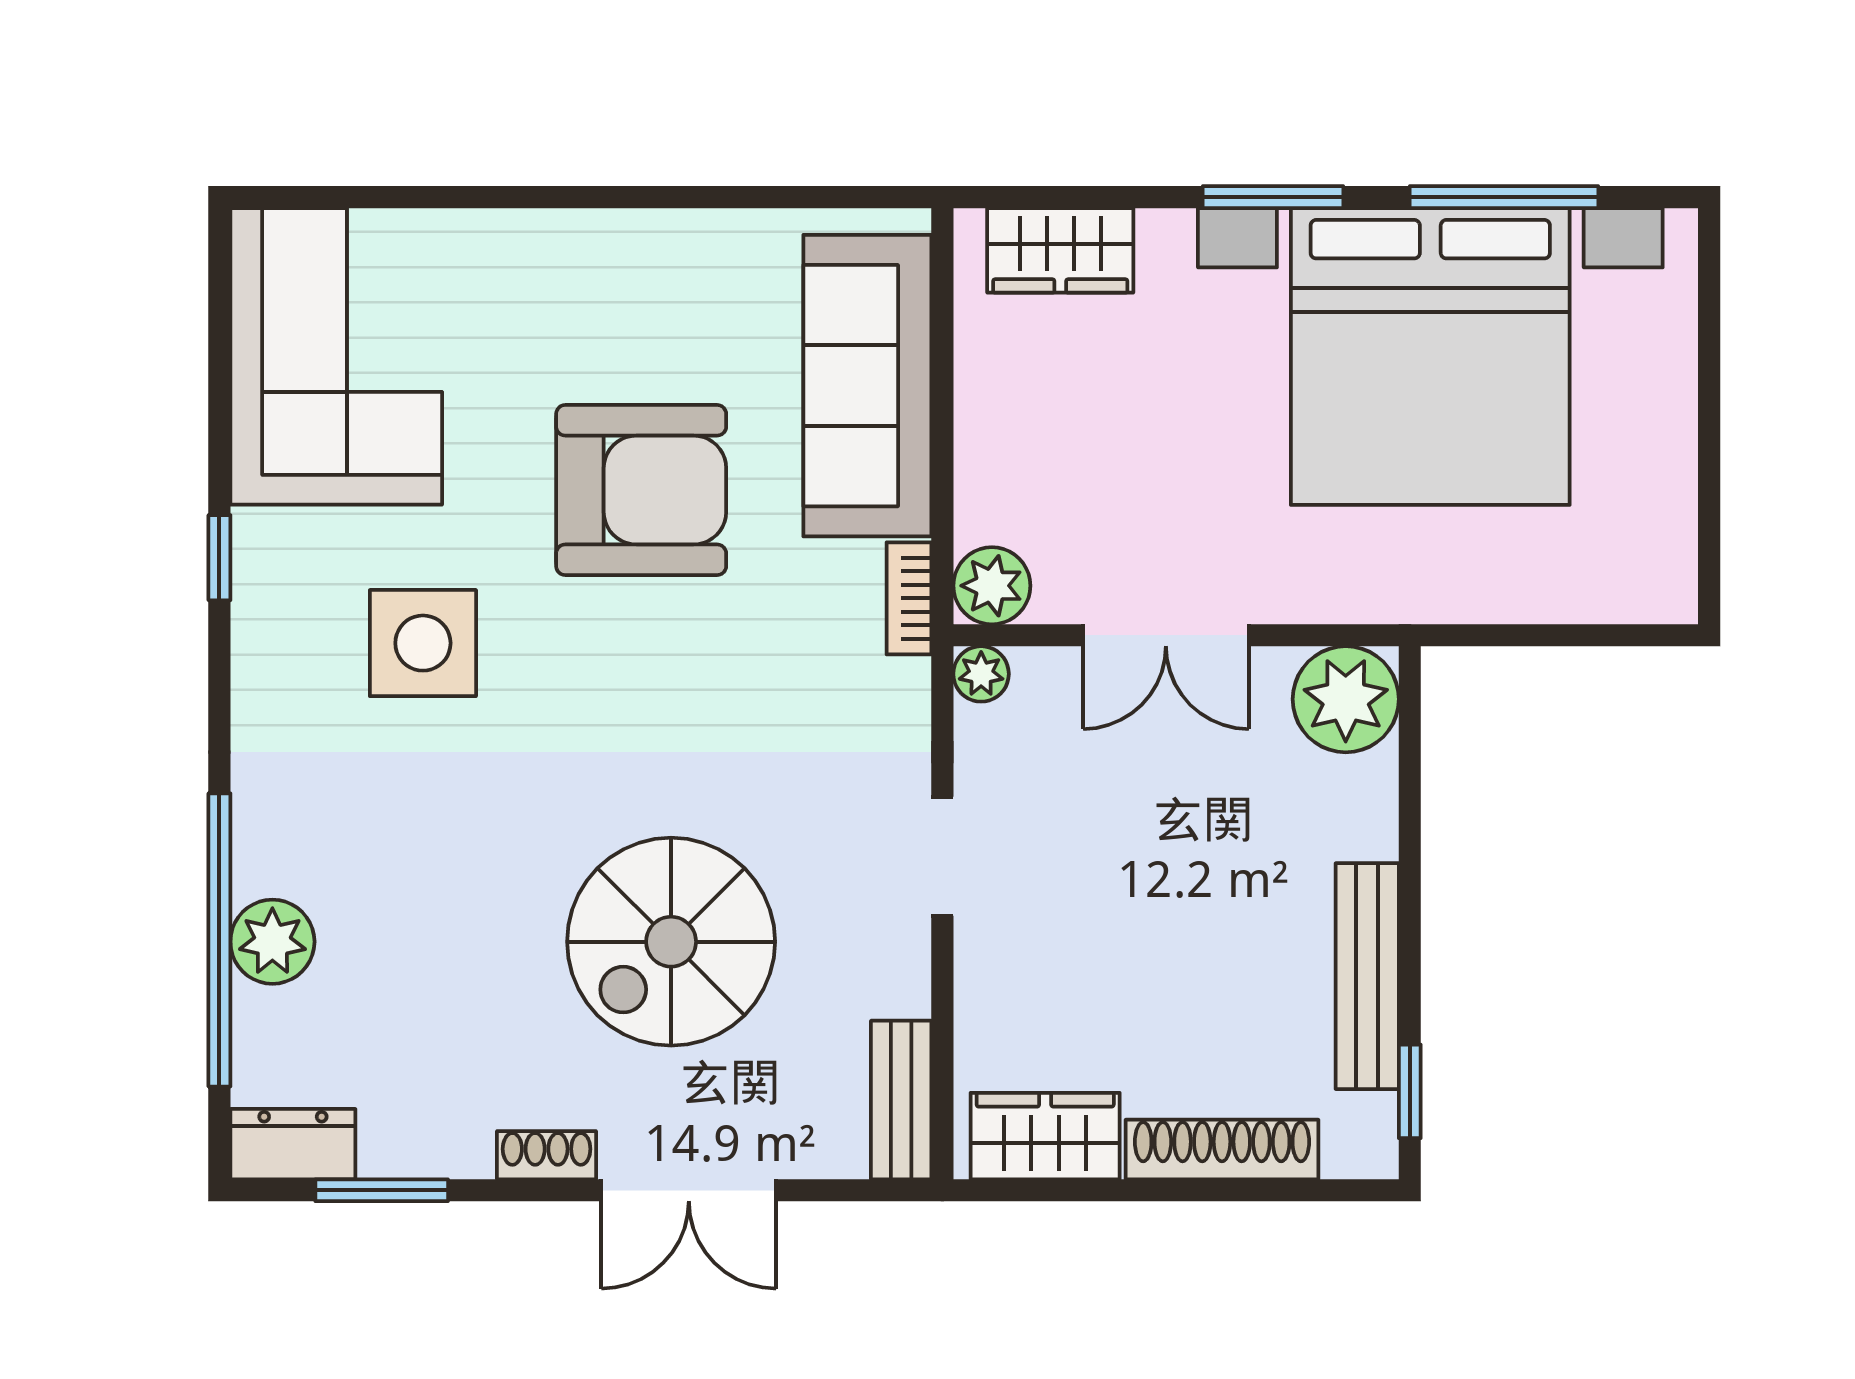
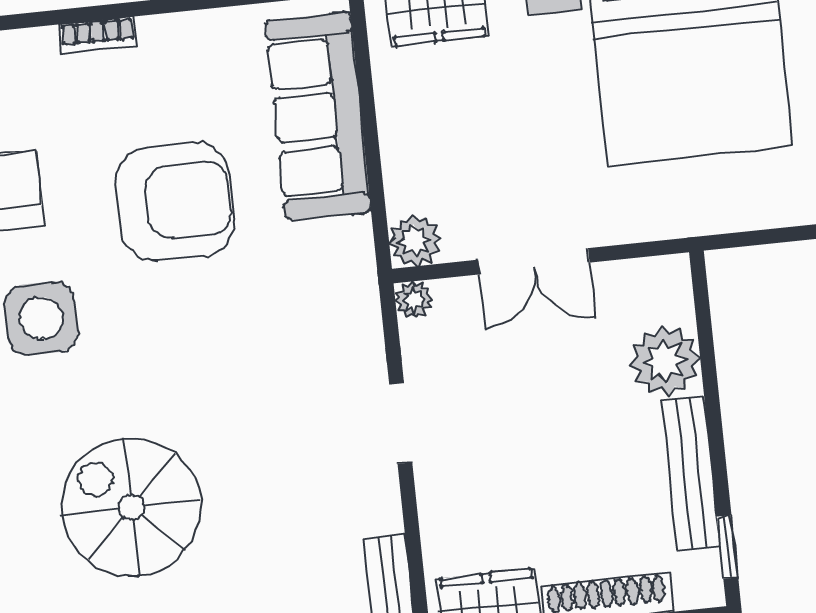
bookcase: (909, 598) -> (98, 35), moved, turned -90
plant: (1346, 699) -> (665, 361), moved
spiral stairs: (671, 942) -> (131, 507), moved, turned 90

